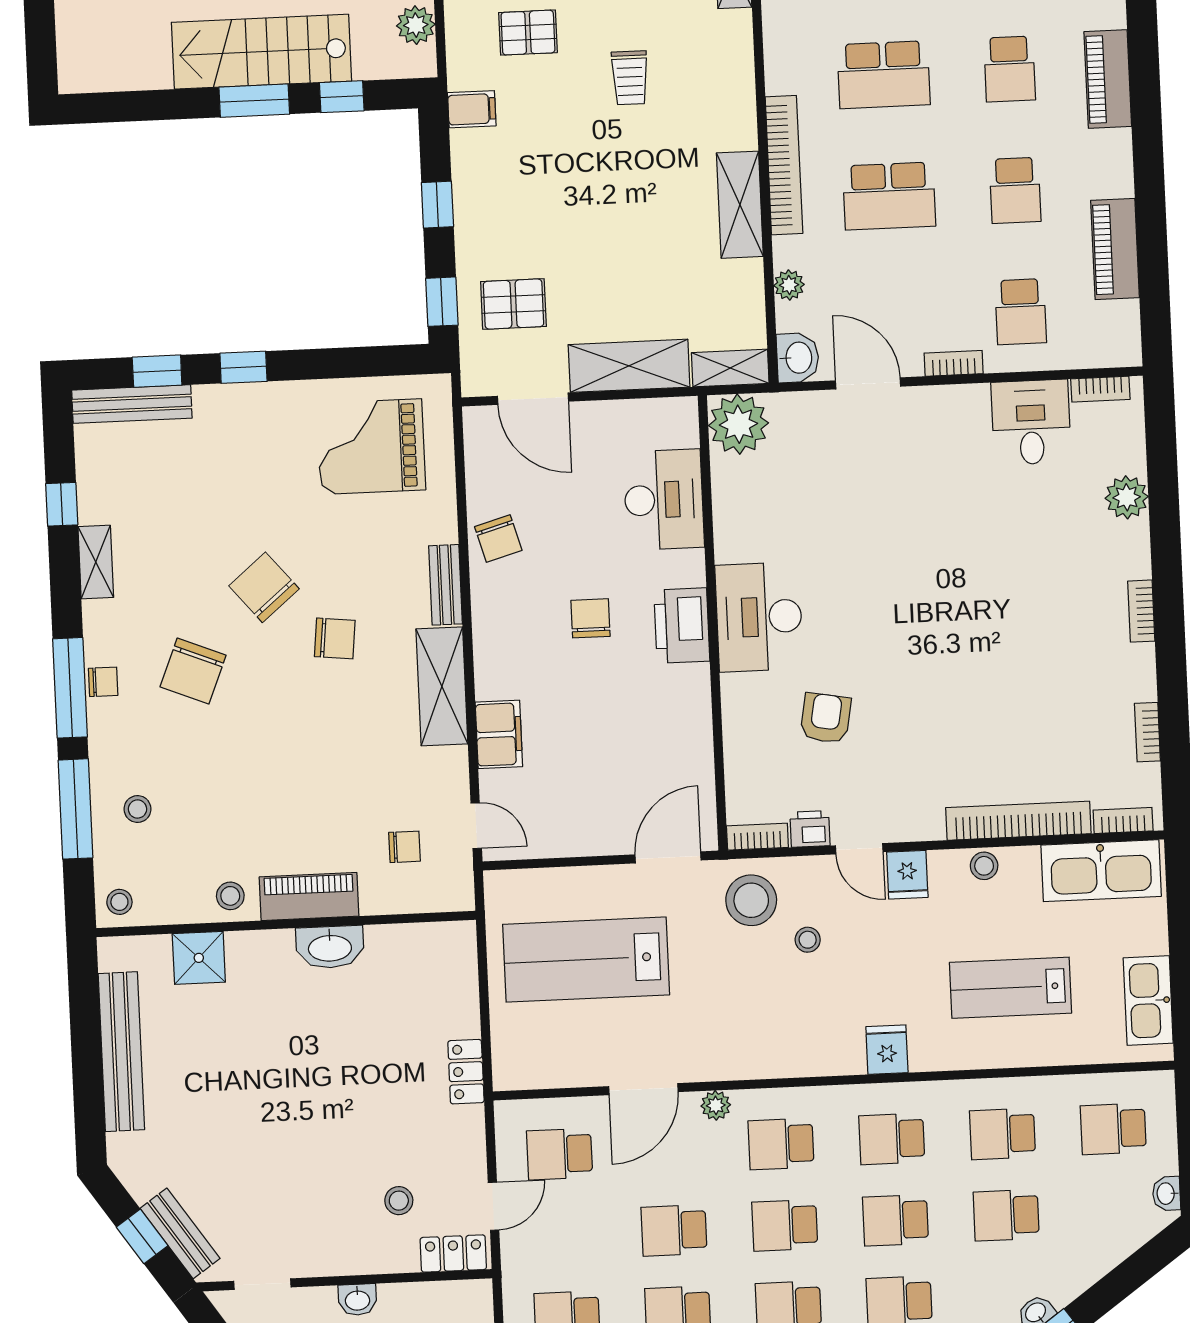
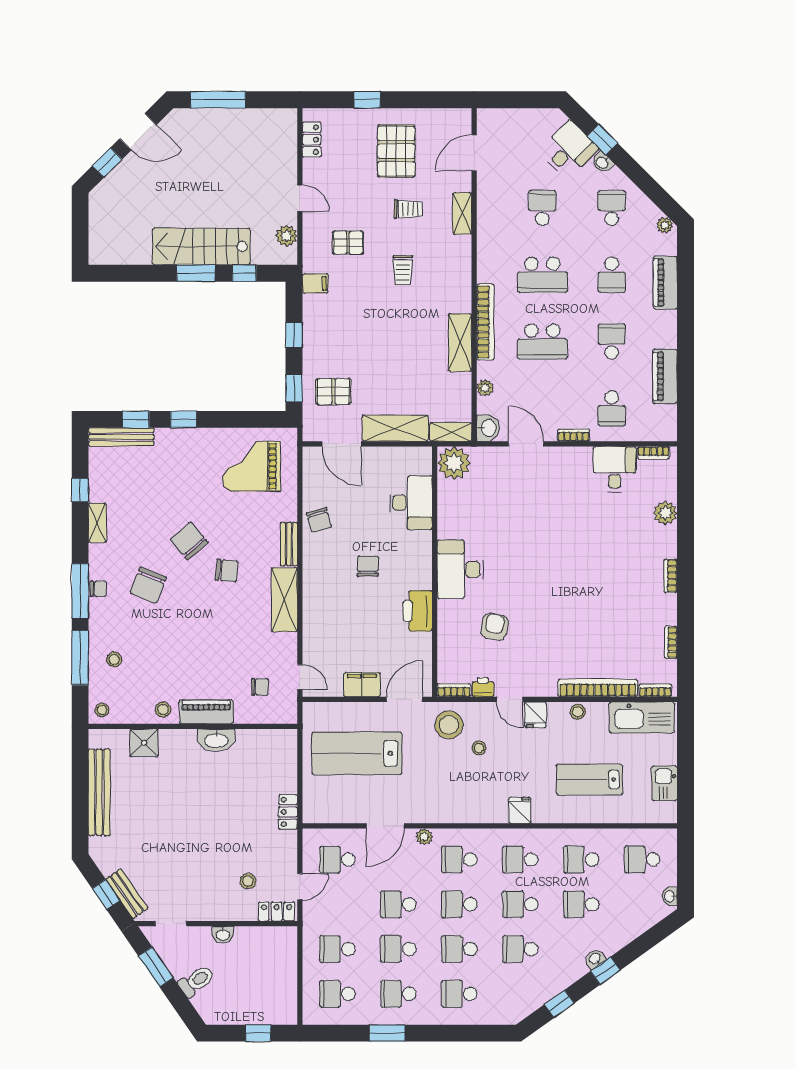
school desk: (1015, 190) -> (612, 342), turned 180
printer: (682, 626) -> (418, 611), moved
filing cabinet: (499, 734) -> (362, 685), moved, turned -90
kitchen sink: (1148, 1000) -> (665, 783), width x0.73

